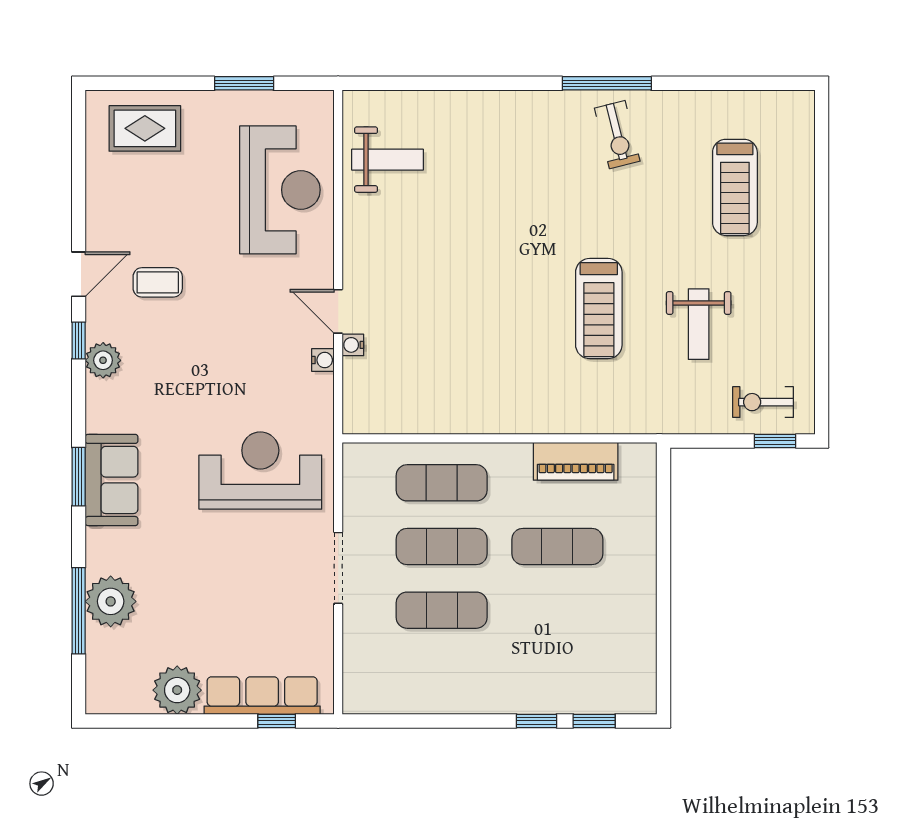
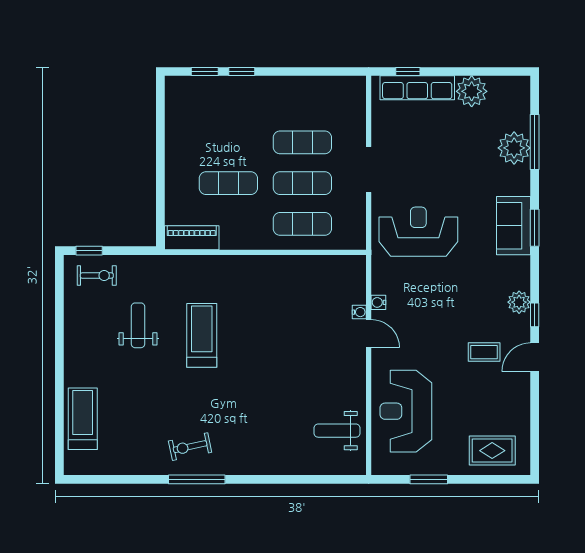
exercise bike: (617, 135) -> (190, 447), turned -88
treadmill: (735, 187) -> (83, 419), moved
piano: (576, 461) -> (192, 238), moved
reception desk: (260, 471) -> (418, 232), turned 180

